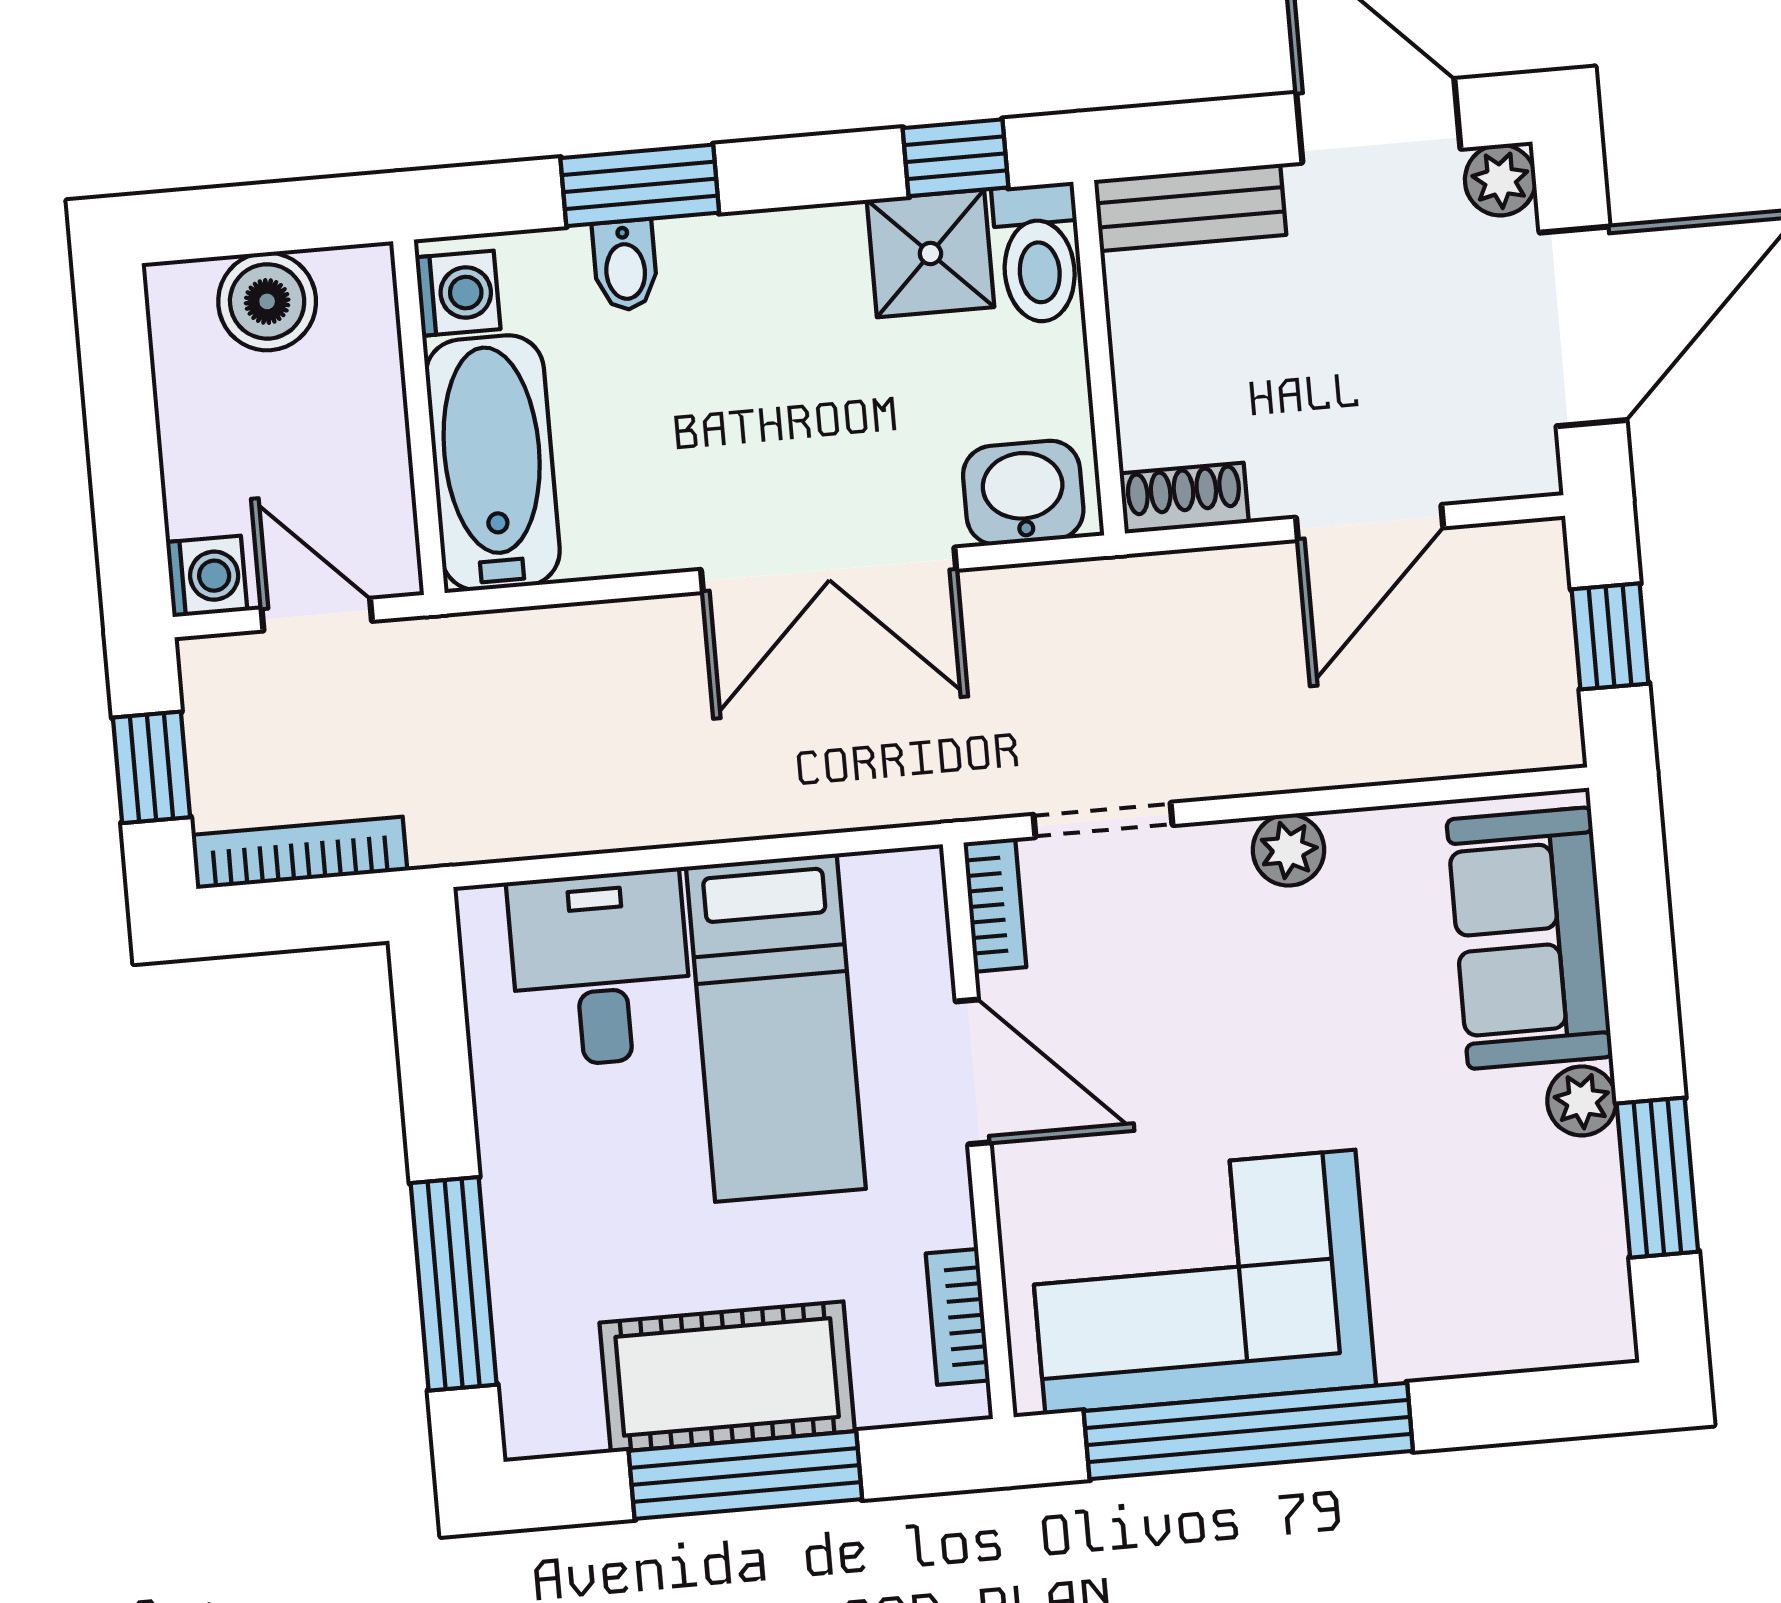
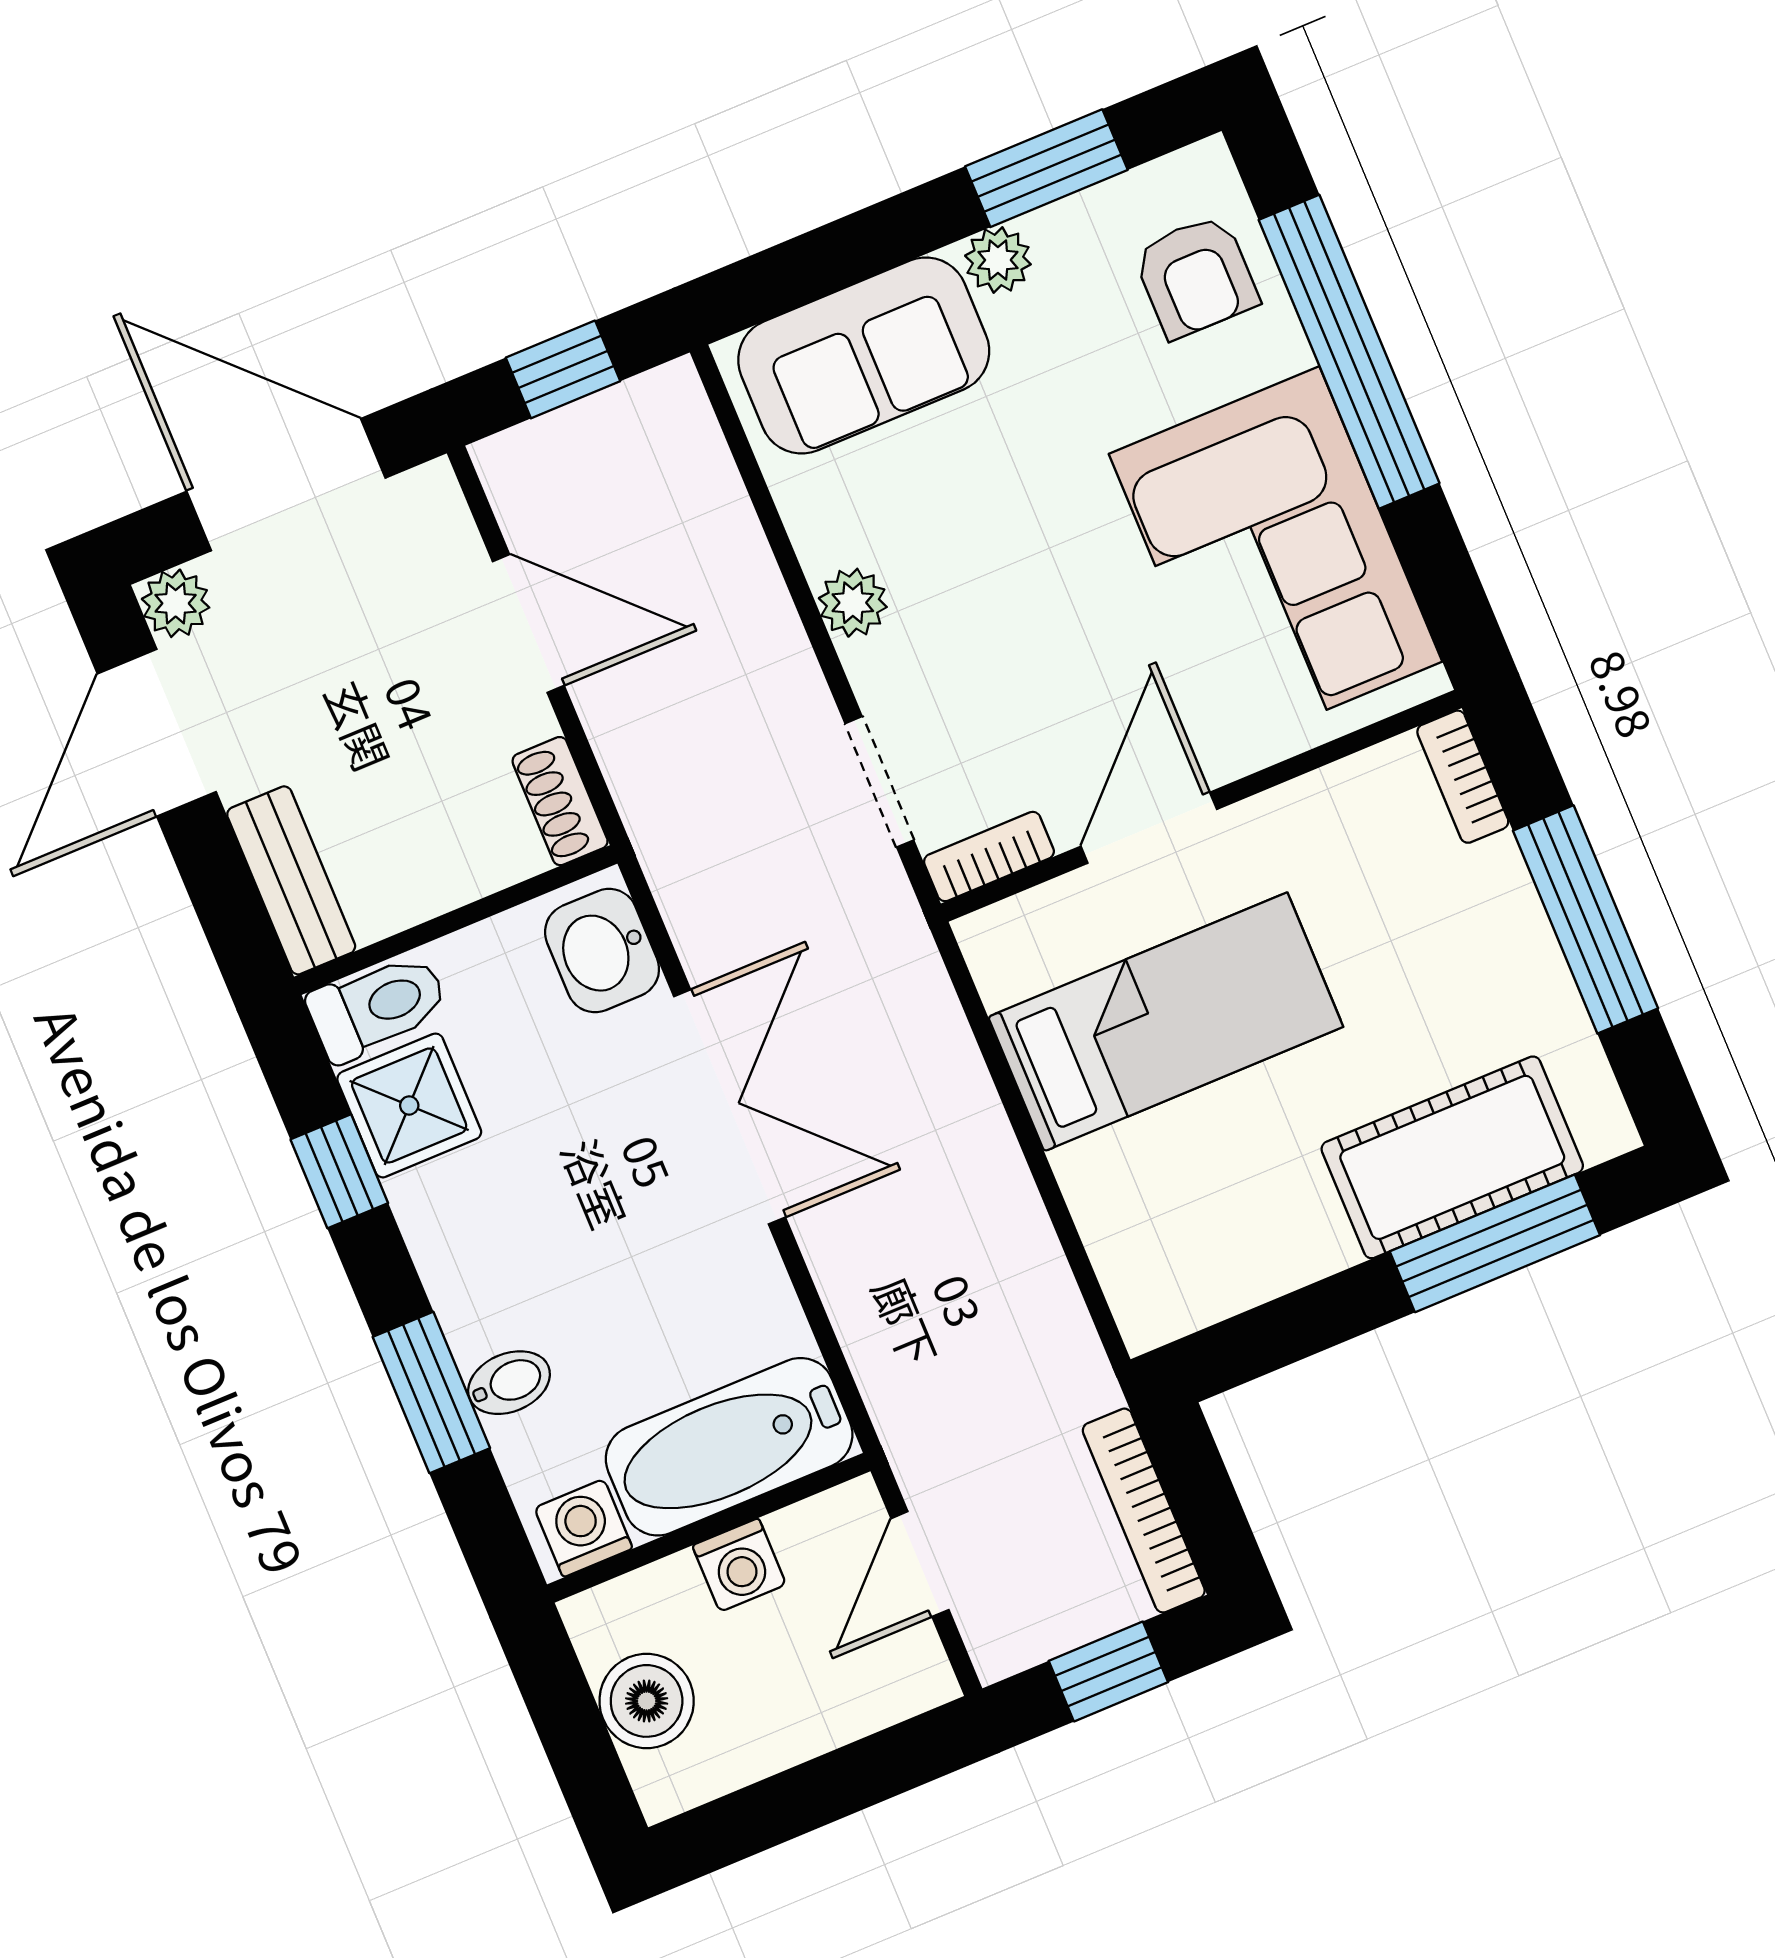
window: (956, 158) -> (339, 1171), moved
washing machine: (207, 576) -> (739, 1565), moved, turned 180
desk: (600, 968) -> (1162, 1200), removed
armchair: (1503, 1291) -> (1196, 276), added
bookcase: (958, 1317) -> (1463, 777), moved, turned 90
cot: (727, 1377) -> (1452, 1157), moved, turned 90
window: (1248, 1431) -> (1349, 352), moved

